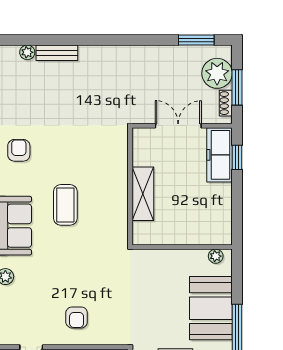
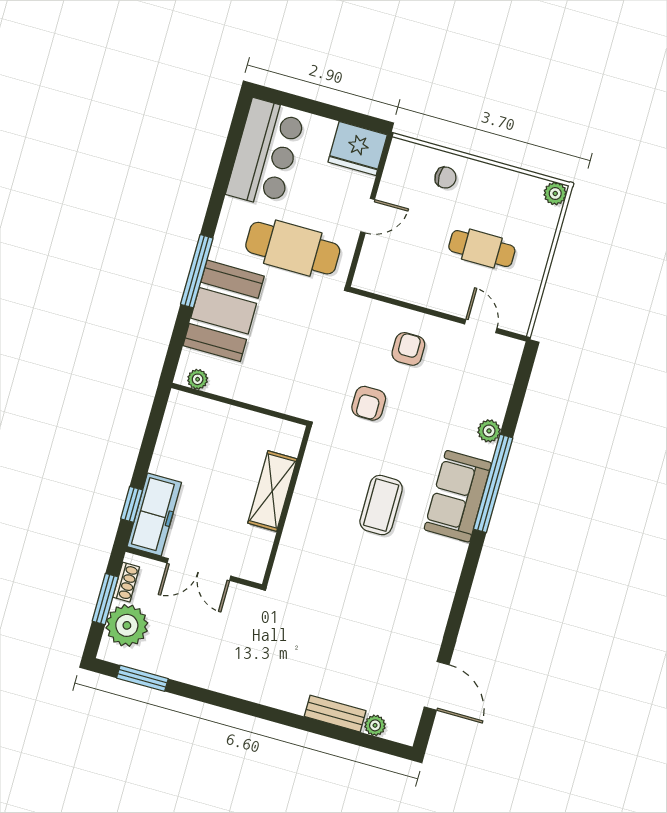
armchair: (19, 150) -> (369, 403), moved

